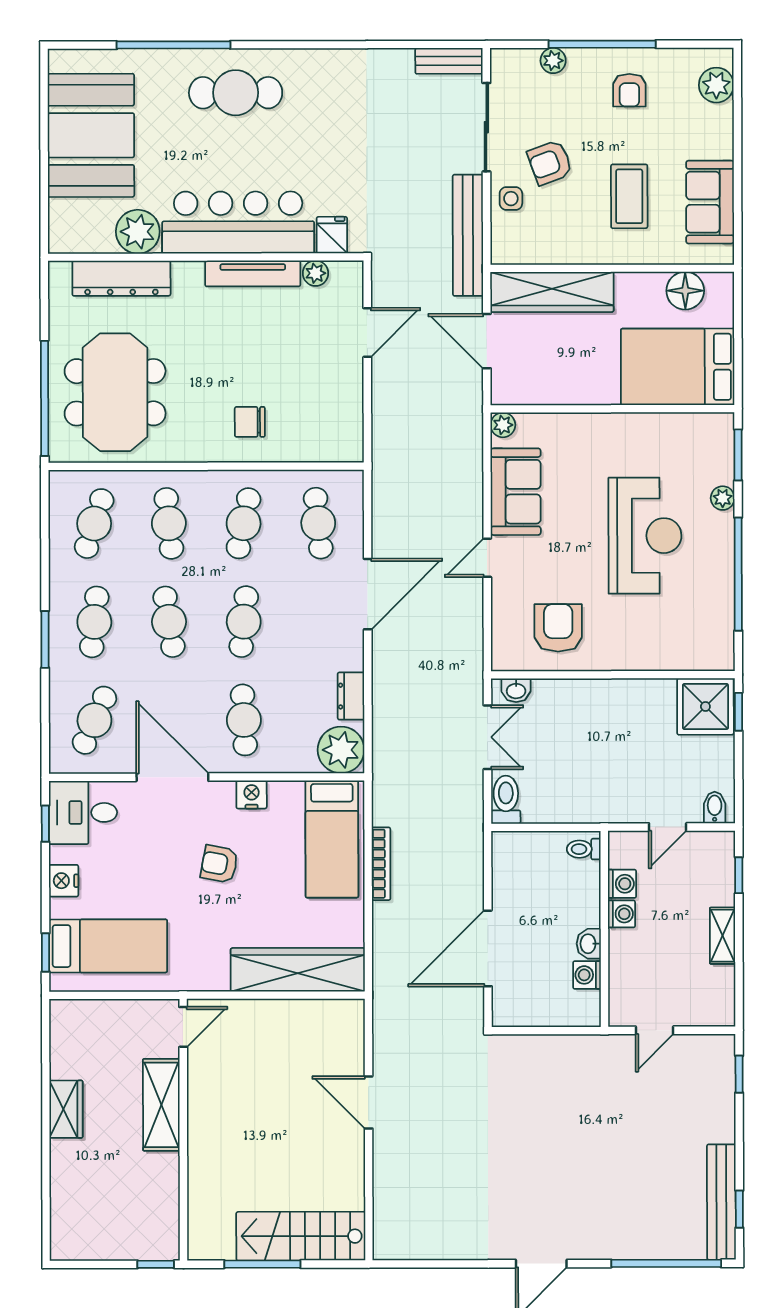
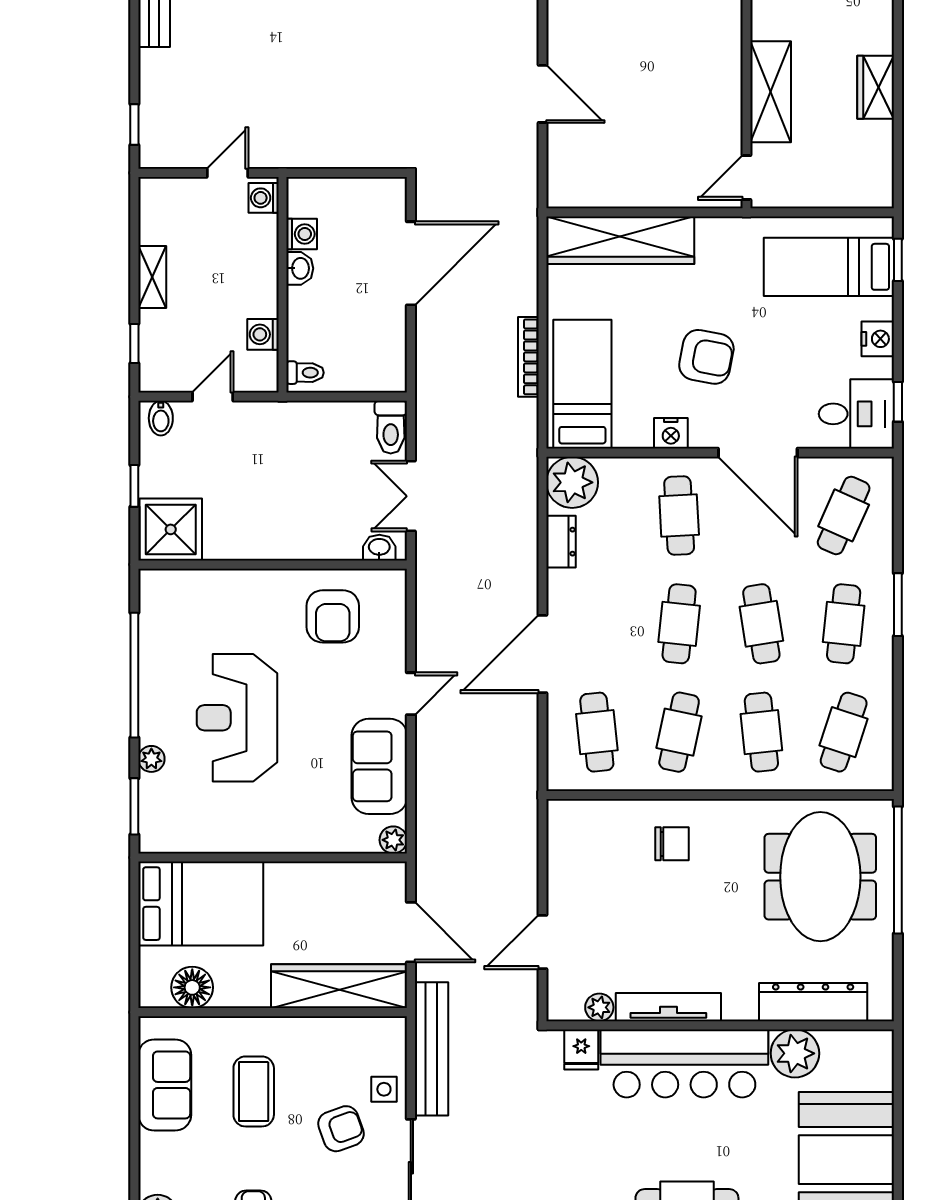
window: (738, 712) -> (134, 486), moved
armchair: (219, 864) -> (706, 357), width x1.38, depth x1.38
washing machine: (622, 914) -> (264, 198), moved

